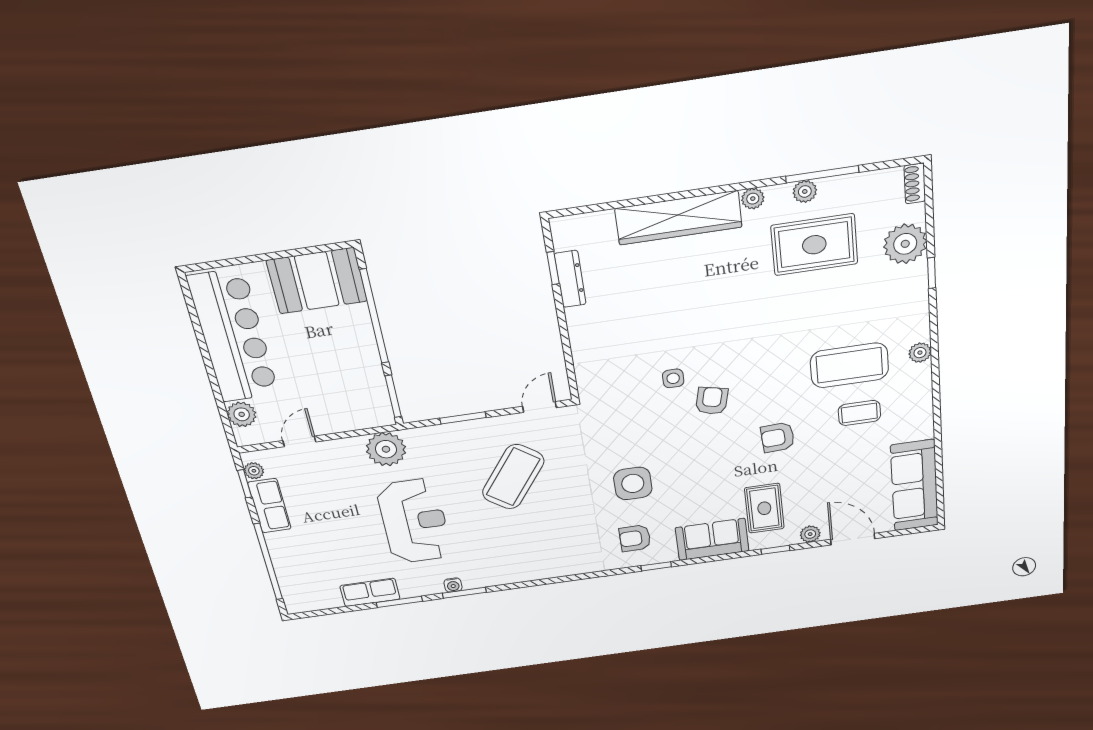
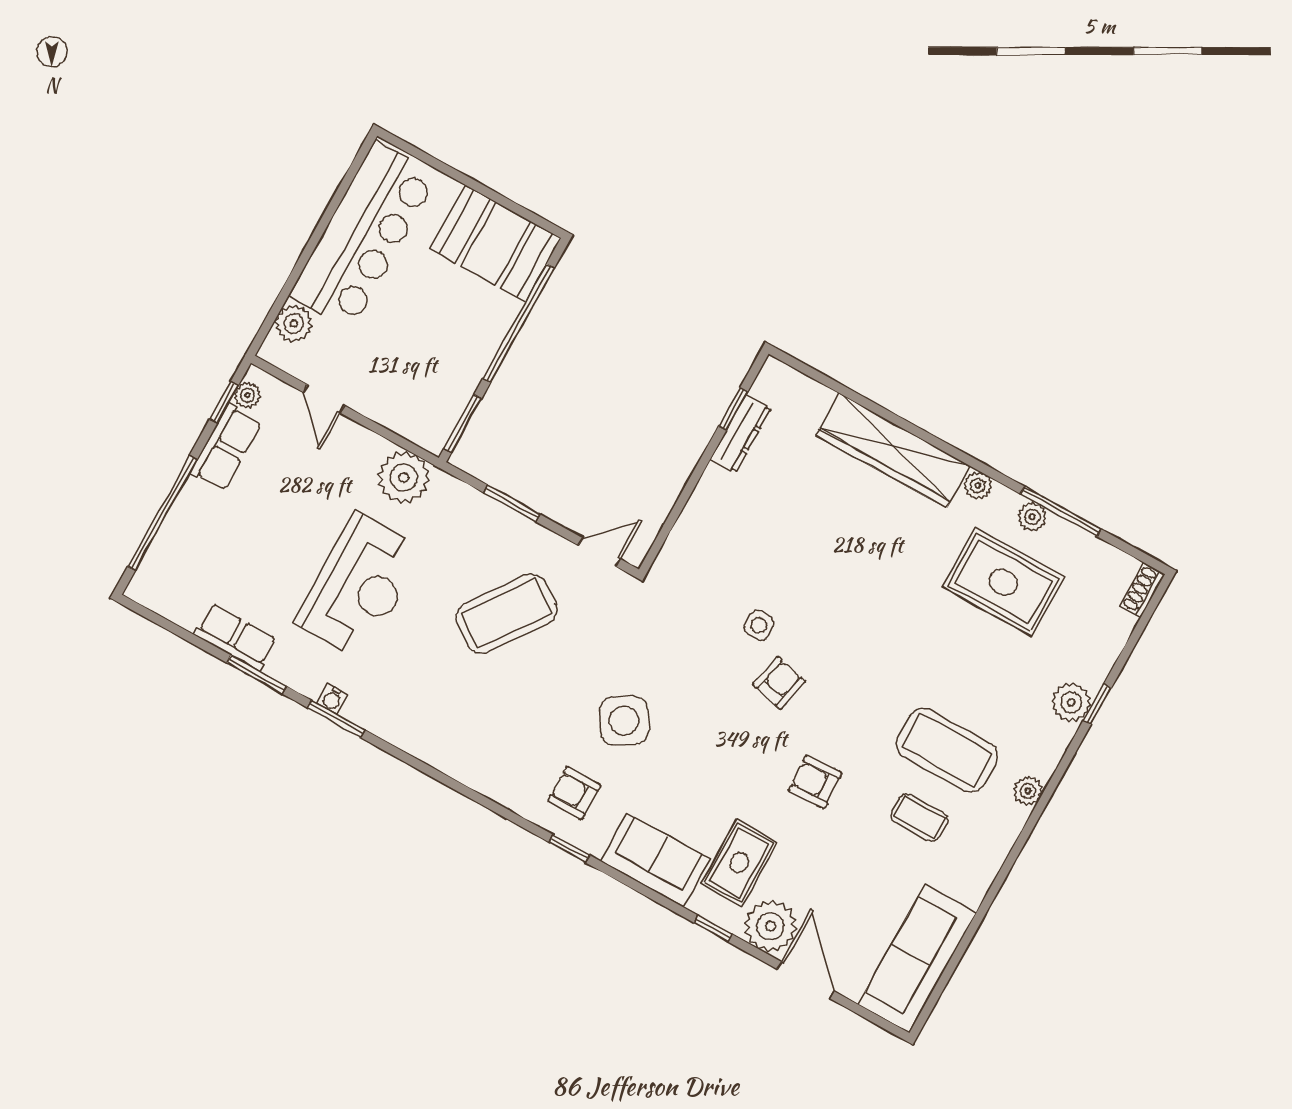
plant: (905, 244) -> (1071, 702), moved, width x0.73, depth x0.73
door: (299, 441) -> (324, 399), swing flipped
side table: (633, 483) -> (624, 721), turned -32
plant: (810, 534) -> (770, 926), width x1.88, depth x1.88

